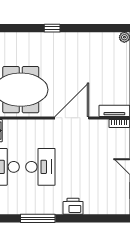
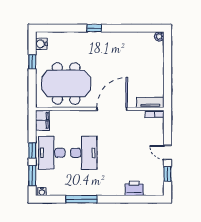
printer: (73, 206) -> (134, 188), moved

